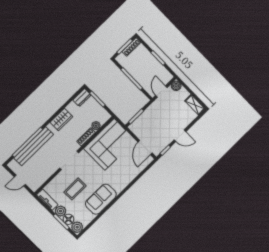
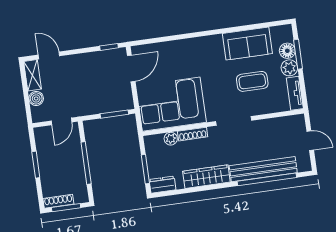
boiler: (176, 86) -> (36, 98), moved
wardrobe: (61, 119) -> (206, 177), width x1.50
door: (180, 136) -> (49, 55), moved
sofa: (101, 199) -> (247, 44), moved
plant: (77, 227) -> (284, 33), removed

